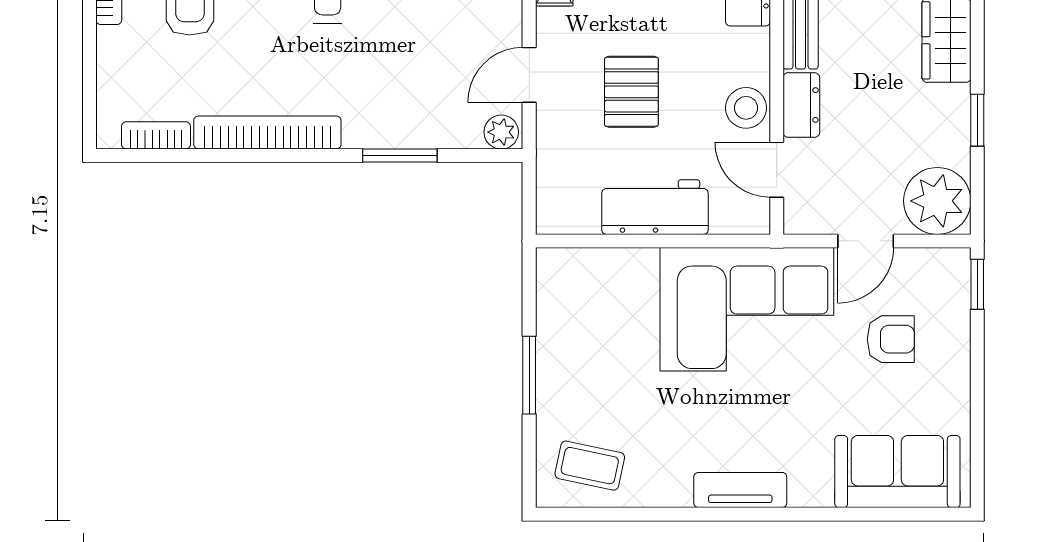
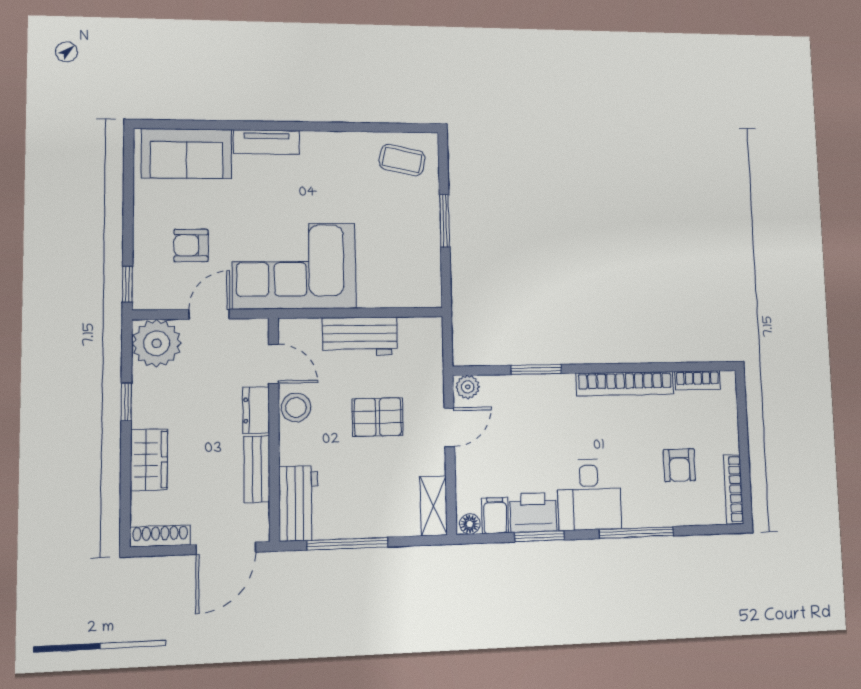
pallet: (631, 92) -> (378, 417), turned 90
tv unit: (740, 490) -> (267, 142), moved

